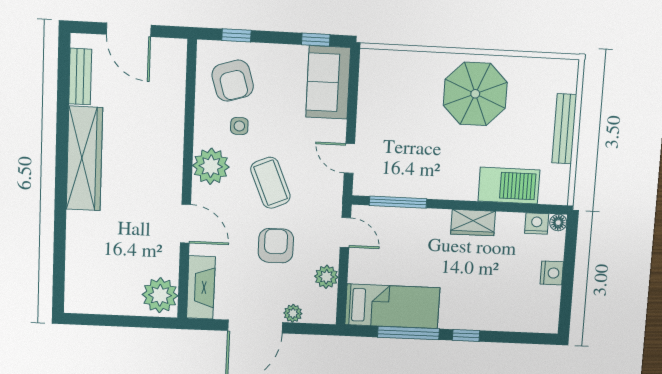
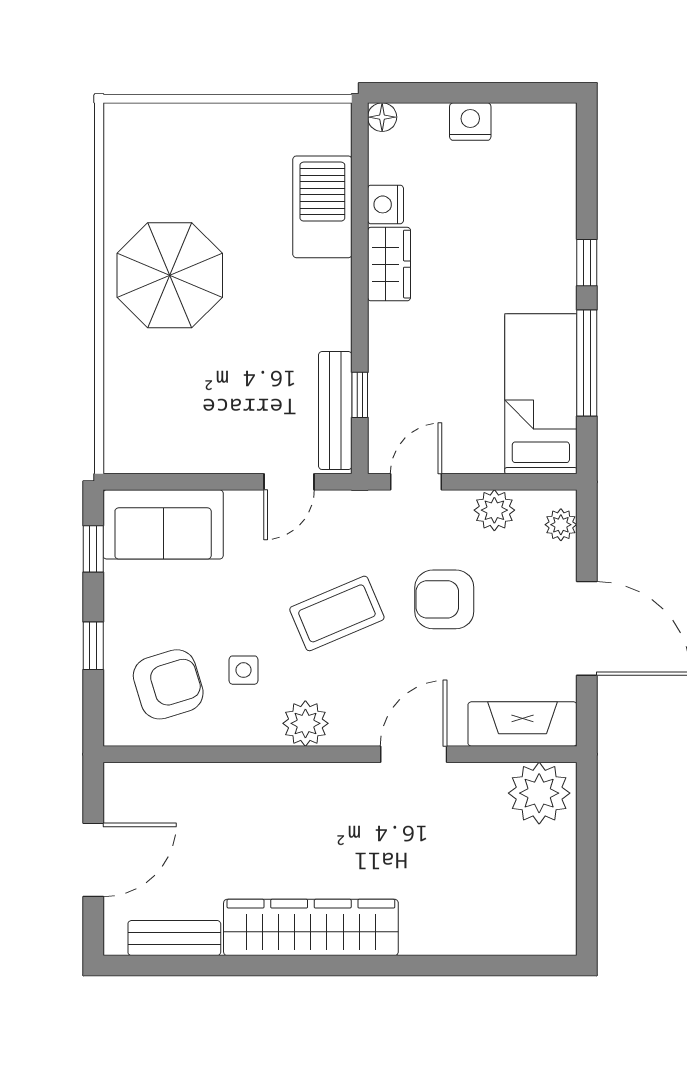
window: (236, 35) -> (93, 646), moved
bench: (564, 129) -> (335, 411), moved, turned 90
plant: (211, 166) -> (305, 723), width x0.73, depth x0.73
window: (398, 202) -> (360, 395), width x0.46
nightstand: (537, 224) -> (386, 204), moved
plant: (293, 313) -> (561, 525), moved

